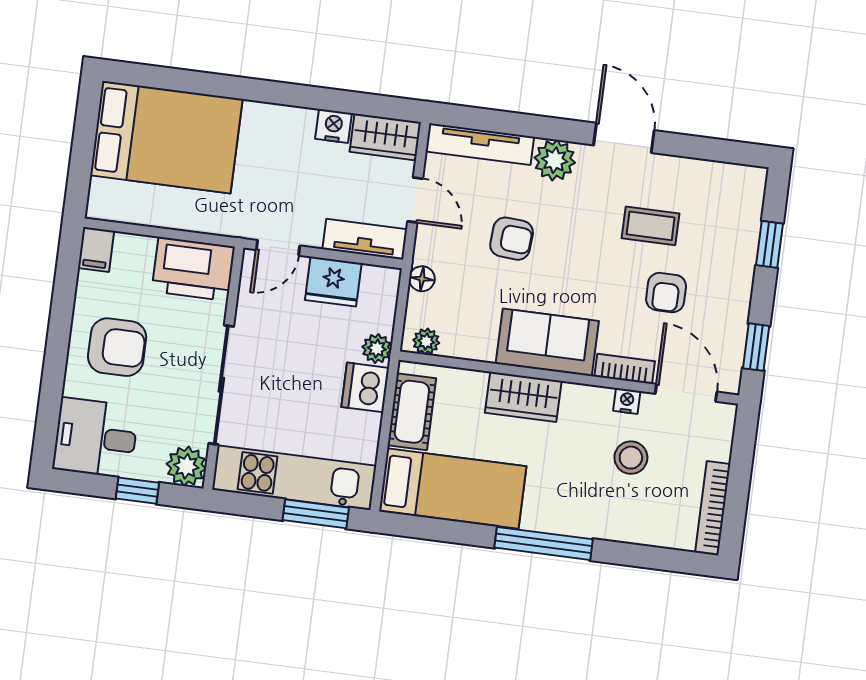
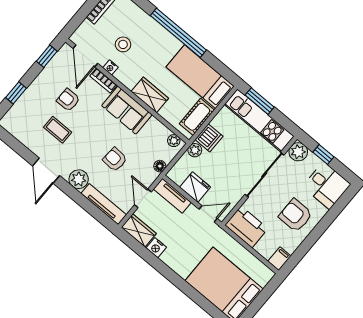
armchair: (666, 293) -> (68, 100), turned -90
window: (544, 543) -> (178, 33), width x1.46

